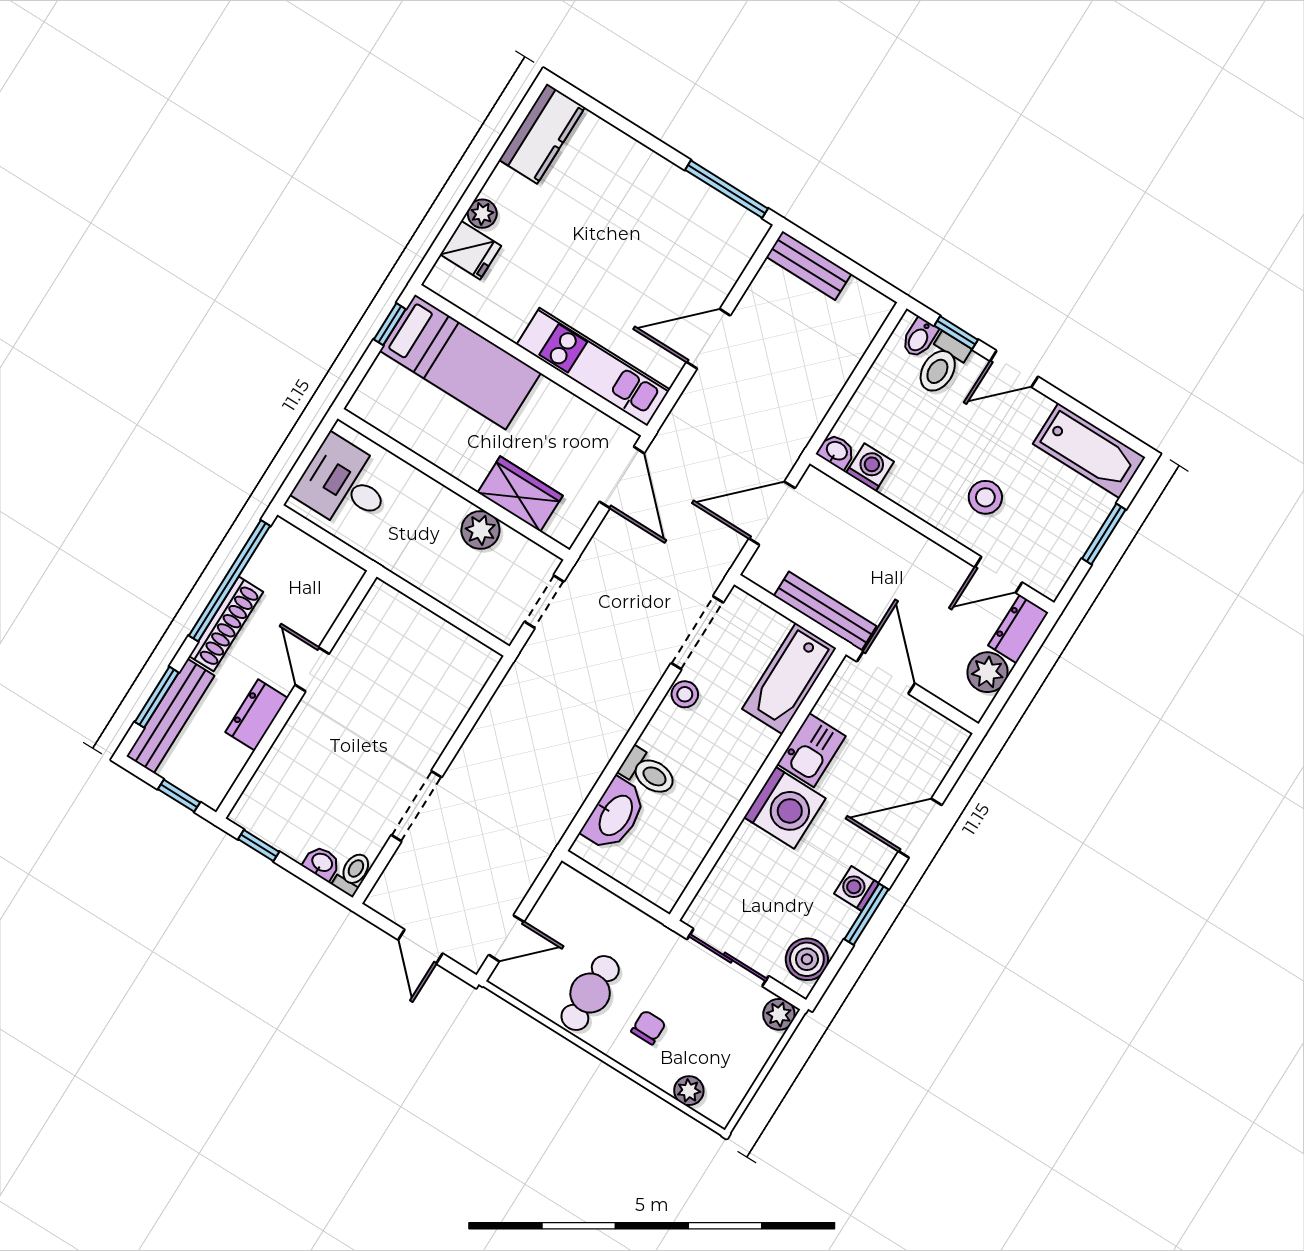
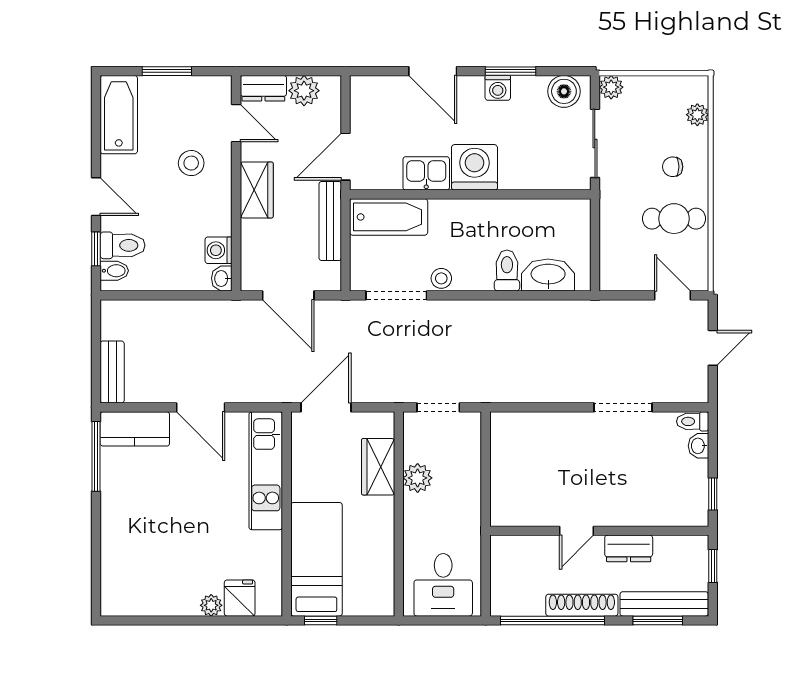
kitchen counter: (542, 134) -> (135, 429), moved, turned 180
wardrobe: (910, 551) -> (257, 190), added

